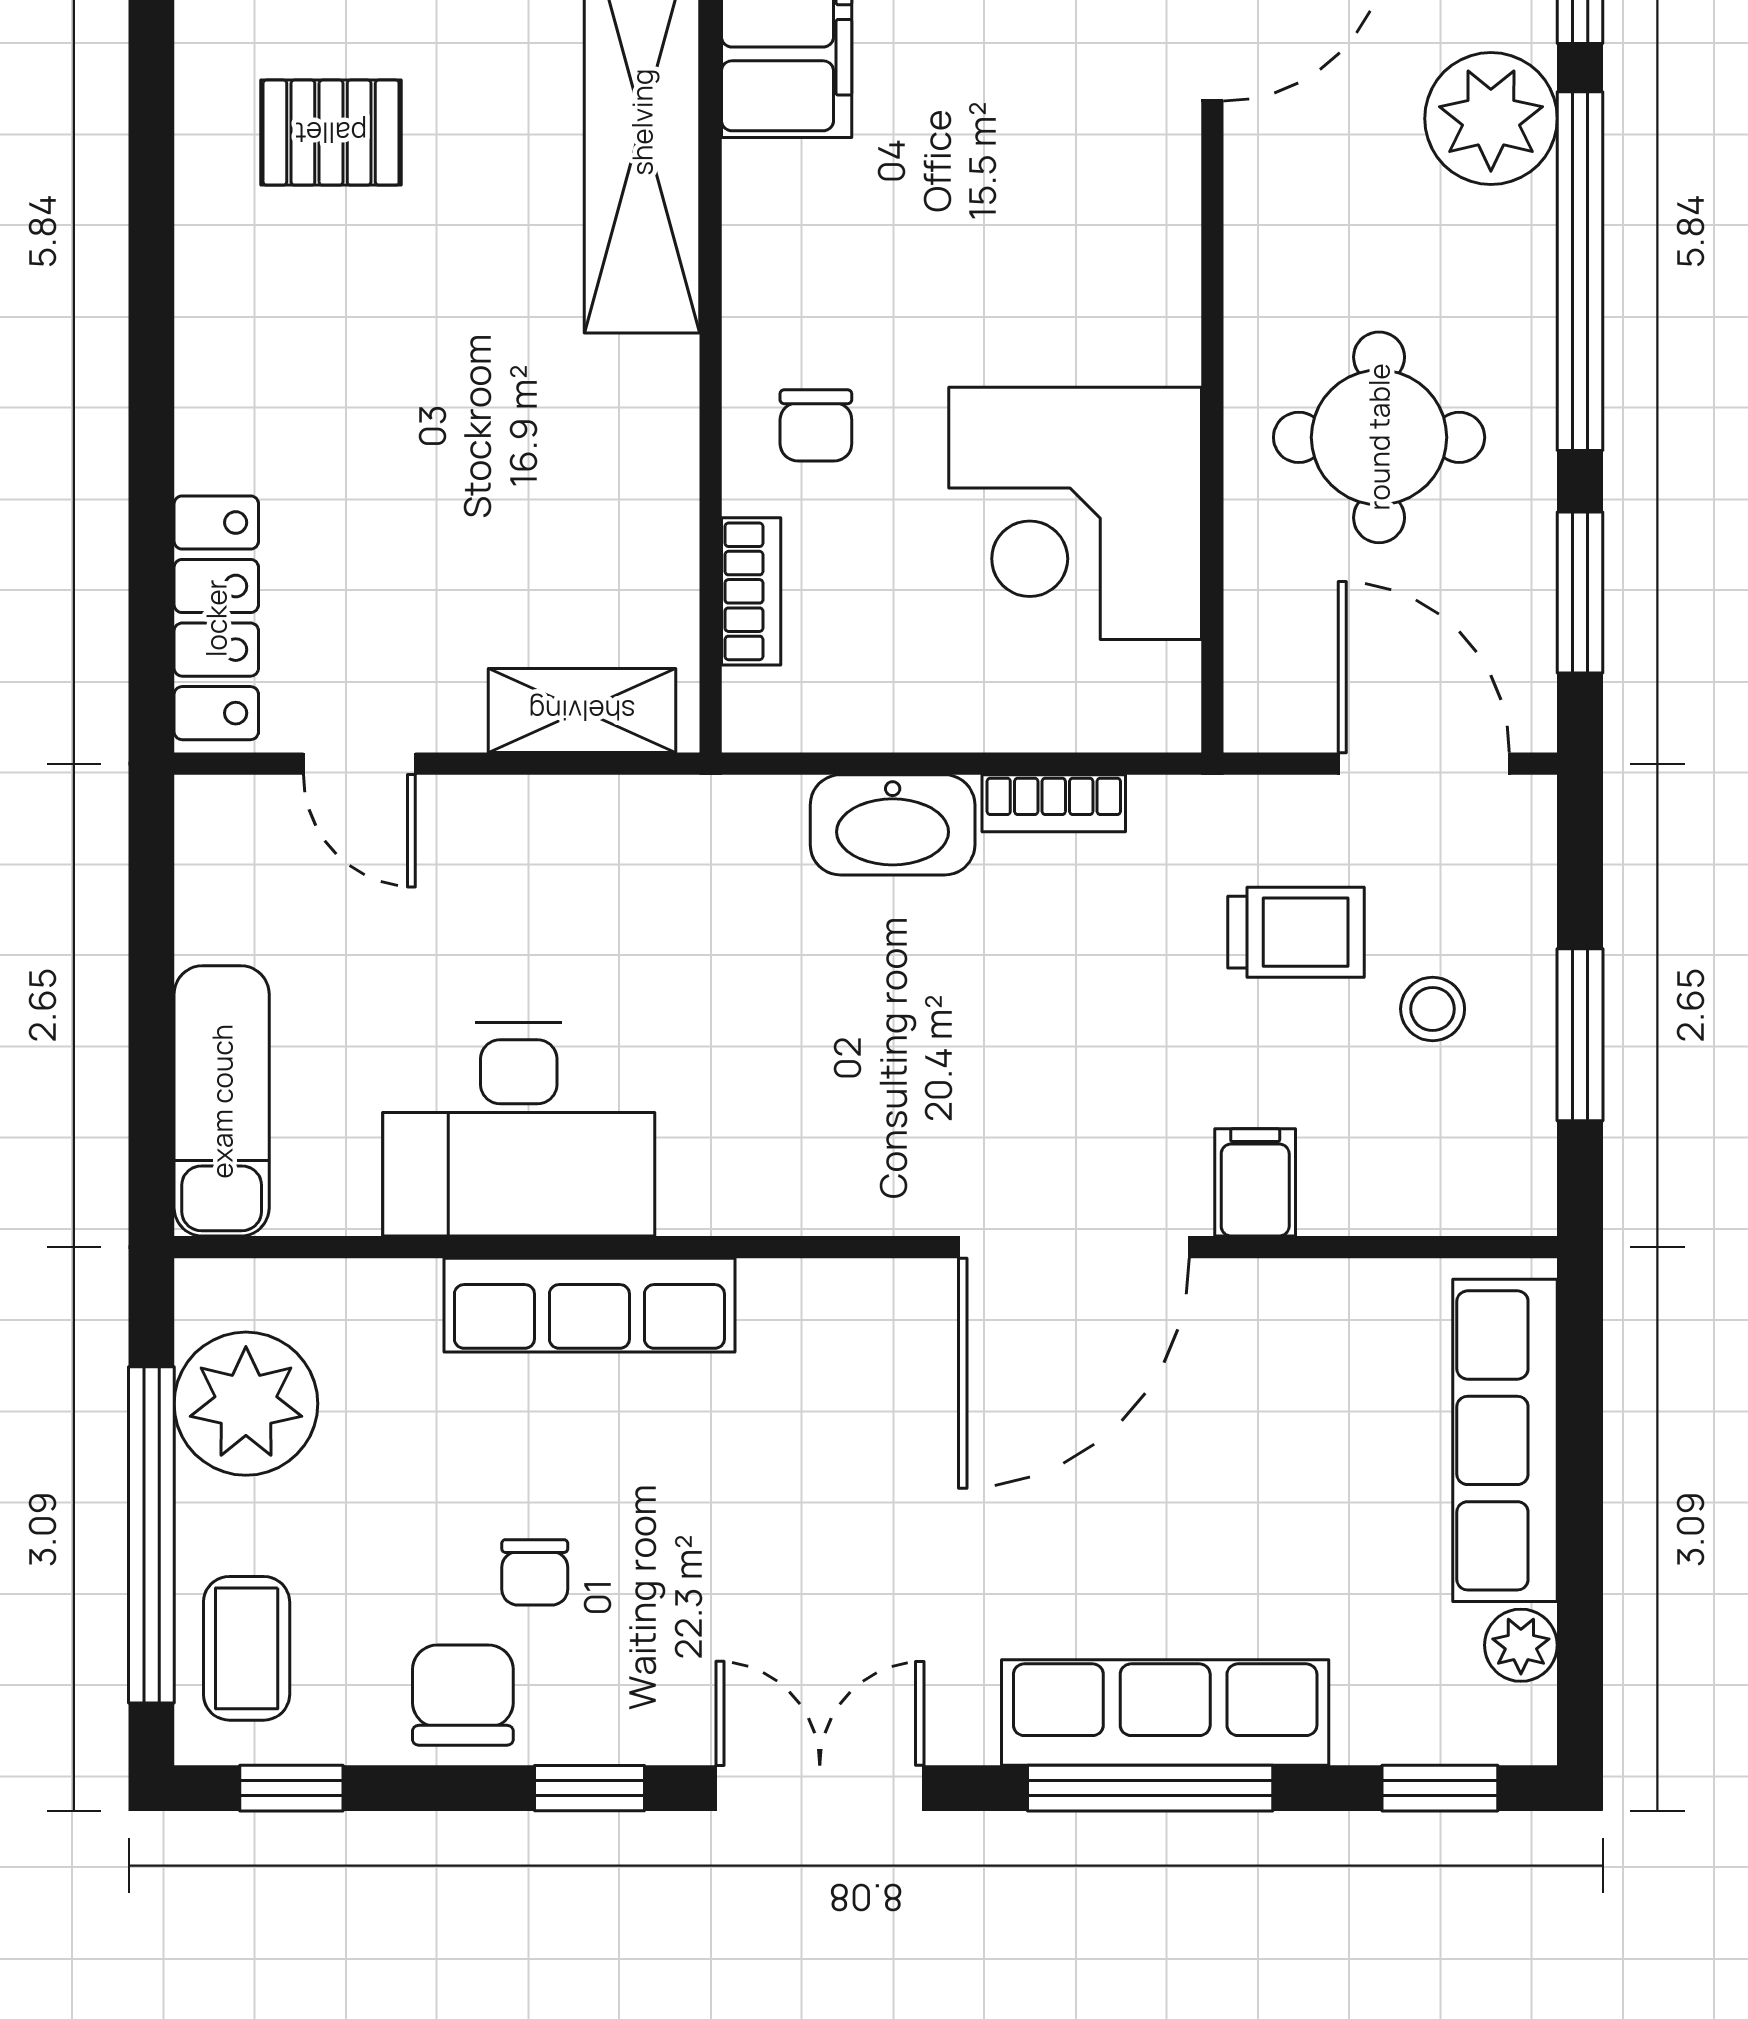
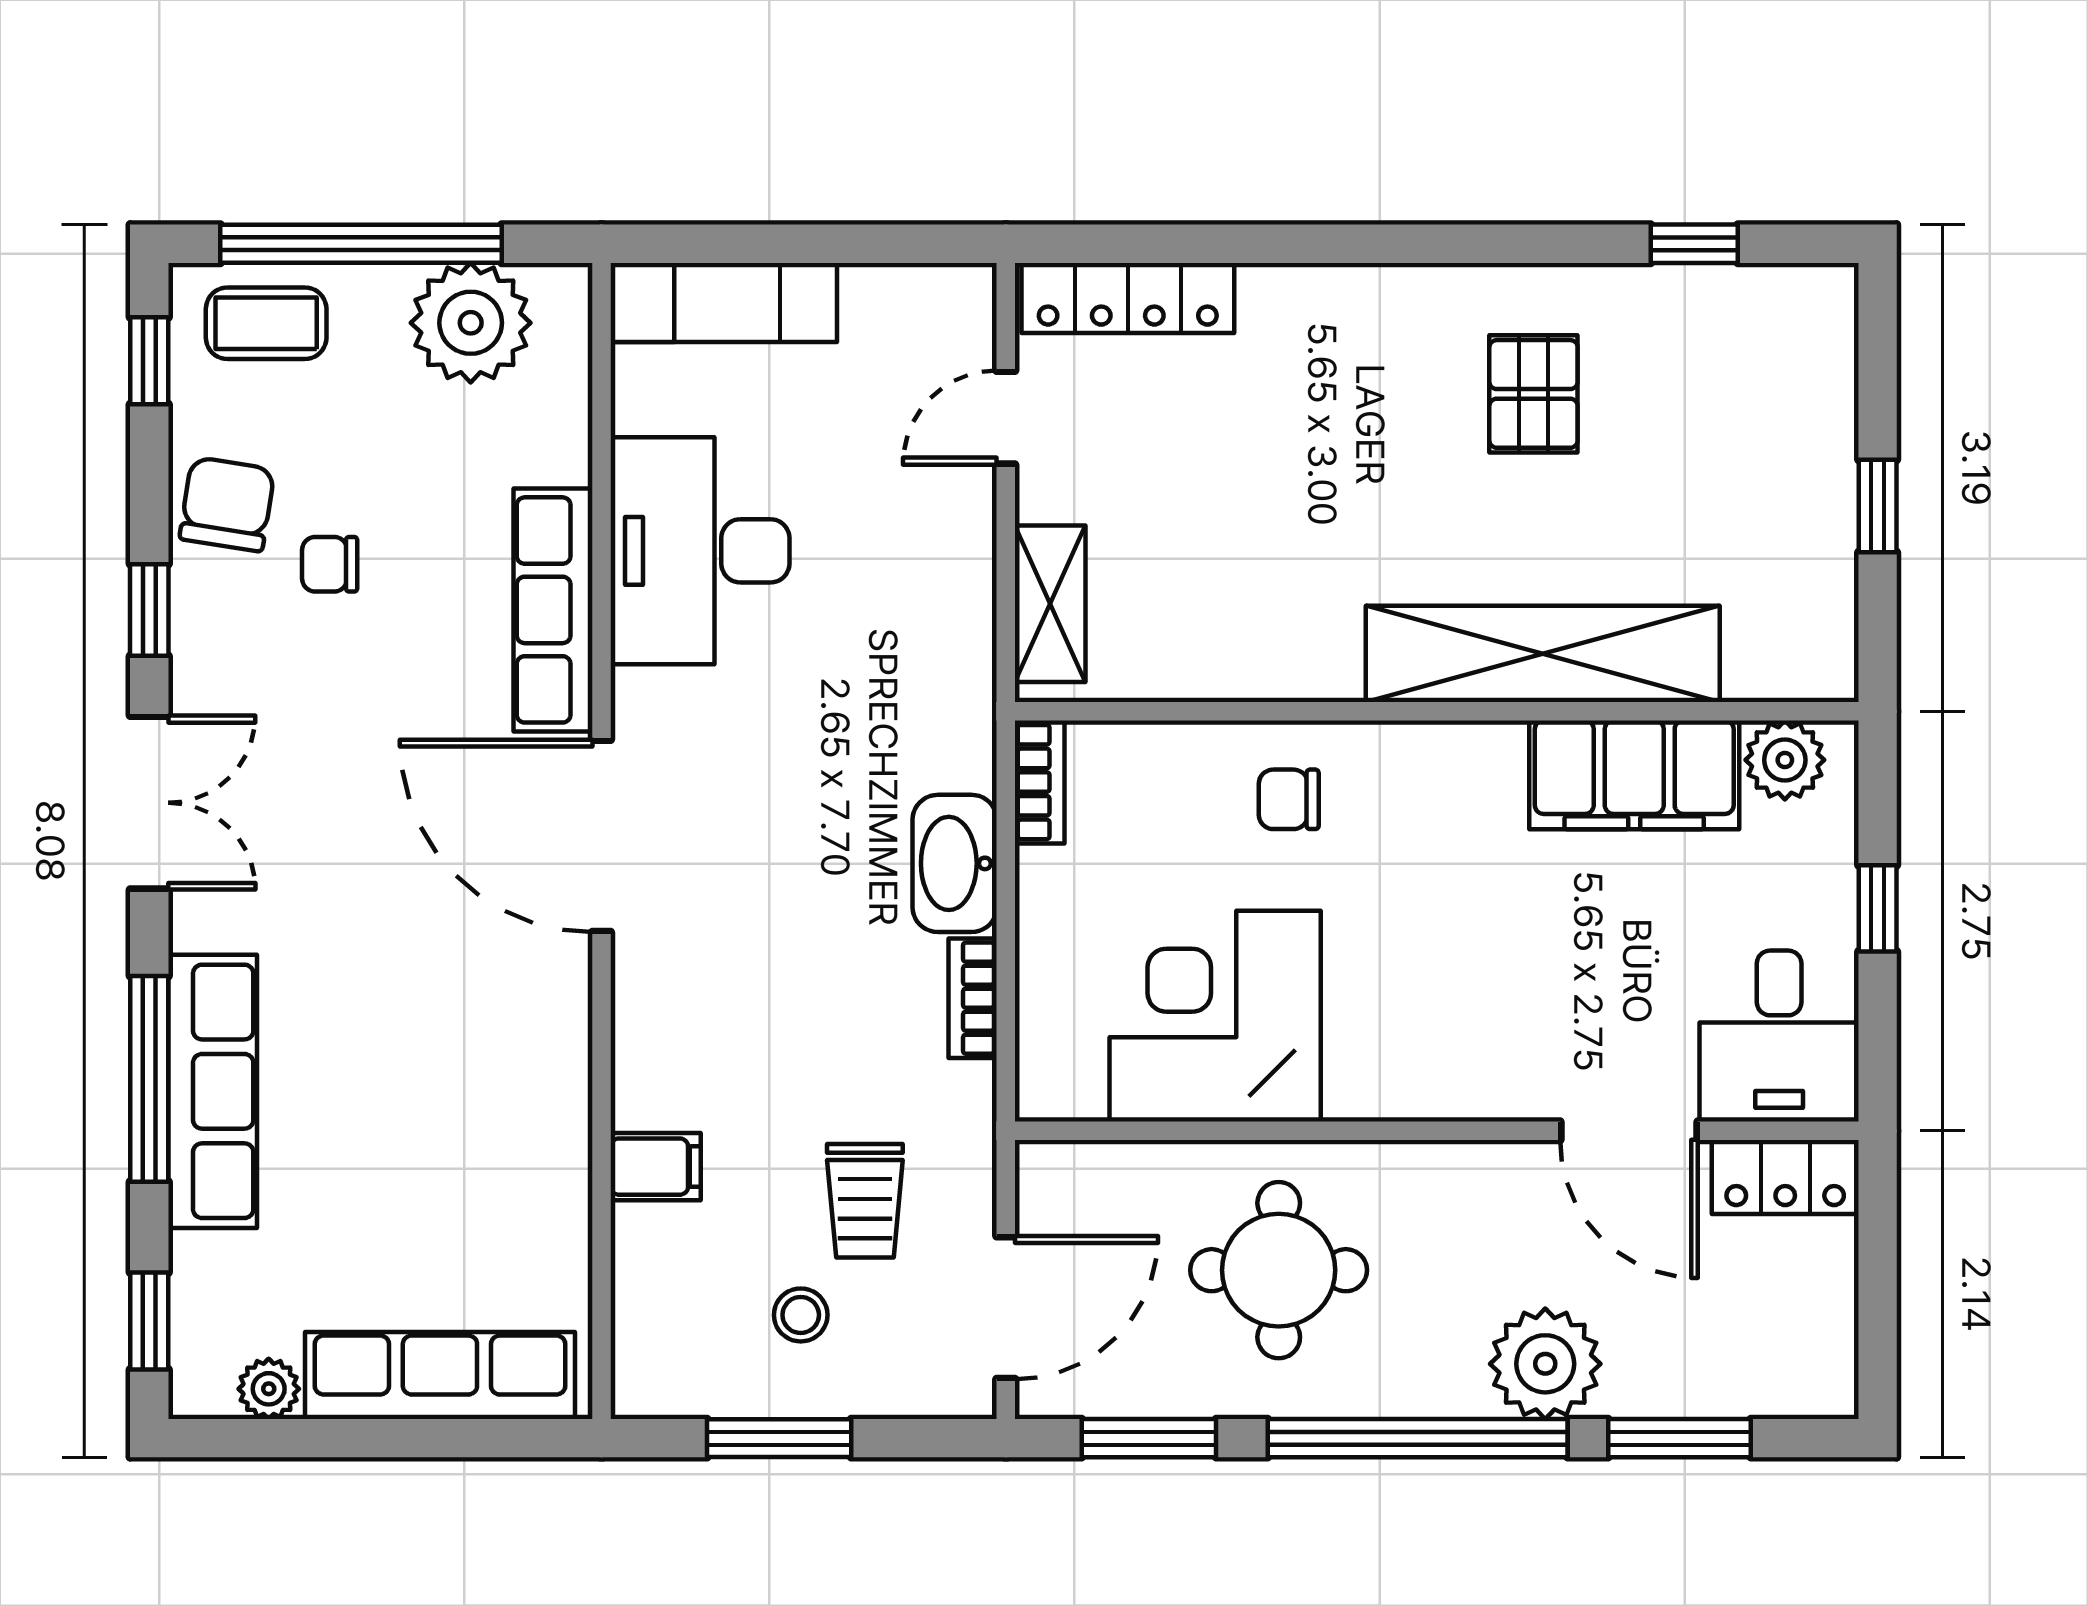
bookcase: (751, 591) -> (1040, 782), moved, turned -90
door: (1074, 1247) -> (602, 836), moved
chair: (463, 1695) -> (227, 504), turned -81

